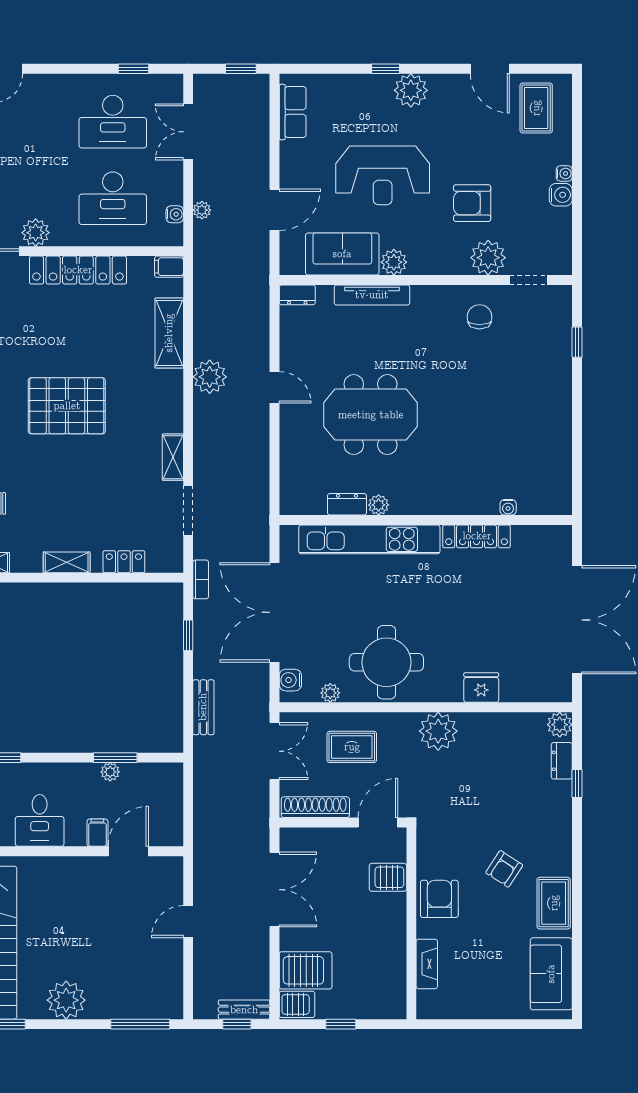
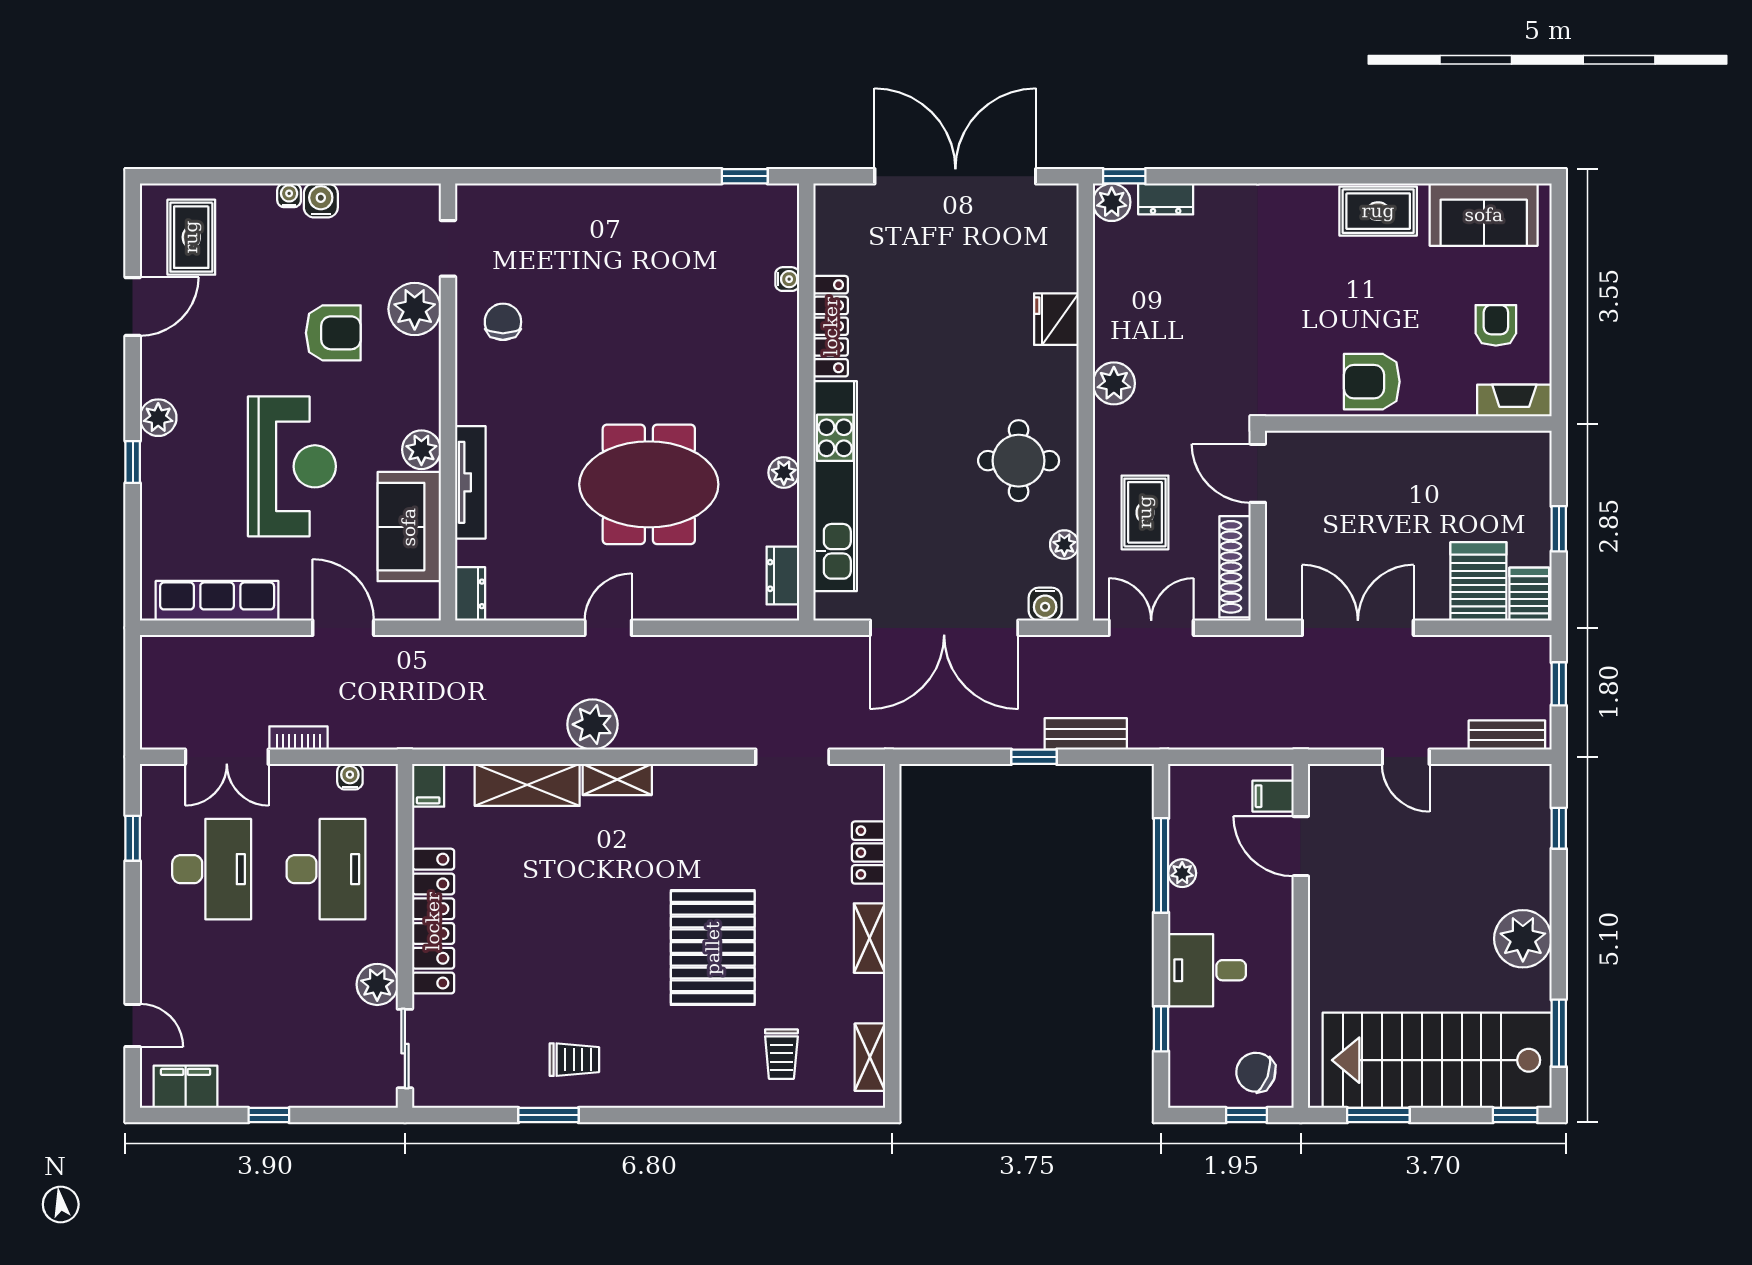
window: (241, 69) -> (133, 678), removed
plant: (411, 90) -> (158, 418), width x0.73, depth x0.73
rug: (536, 108) -> (191, 237), turned 90
row of seats: (293, 112) -> (217, 601), width x1.48
armchair: (472, 203) -> (333, 333), turned -90
plant: (202, 210) -> (344, 736), removed
chair: (479, 317) -> (503, 322), turned 90
window: (577, 342) -> (745, 176), moved
pallet: (67, 406) -> (713, 948), moved
meeting table: (371, 415) -> (649, 484), turned 90
shelving: (173, 457) -> (617, 779), moved
dresser: (347, 504) -> (783, 575), moved
bookcase: (201, 579) -> (298, 738), moved
window: (188, 635) -> (1034, 757), moved
round table: (386, 662) -> (1019, 461), width x0.73, depth x0.73
plant: (438, 731) -> (1114, 383), width x0.73, depth x0.73
window: (115, 758) -> (1161, 865), width x1.44
window: (577, 783) -> (1124, 176), moved
desk: (40, 820) -> (1207, 970), moved, turned 180
filing cabinet: (97, 833) -> (1273, 796), moved
armchair: (504, 869) -> (1496, 325), moved, turned -123
server rack: (388, 877) -> (1339, 458), removed
fireplace: (427, 964) -> (1514, 400), moved
bench: (244, 1010) -> (1507, 735), moved, turned 90
window: (140, 1024) -> (1559, 828), width x0.46

